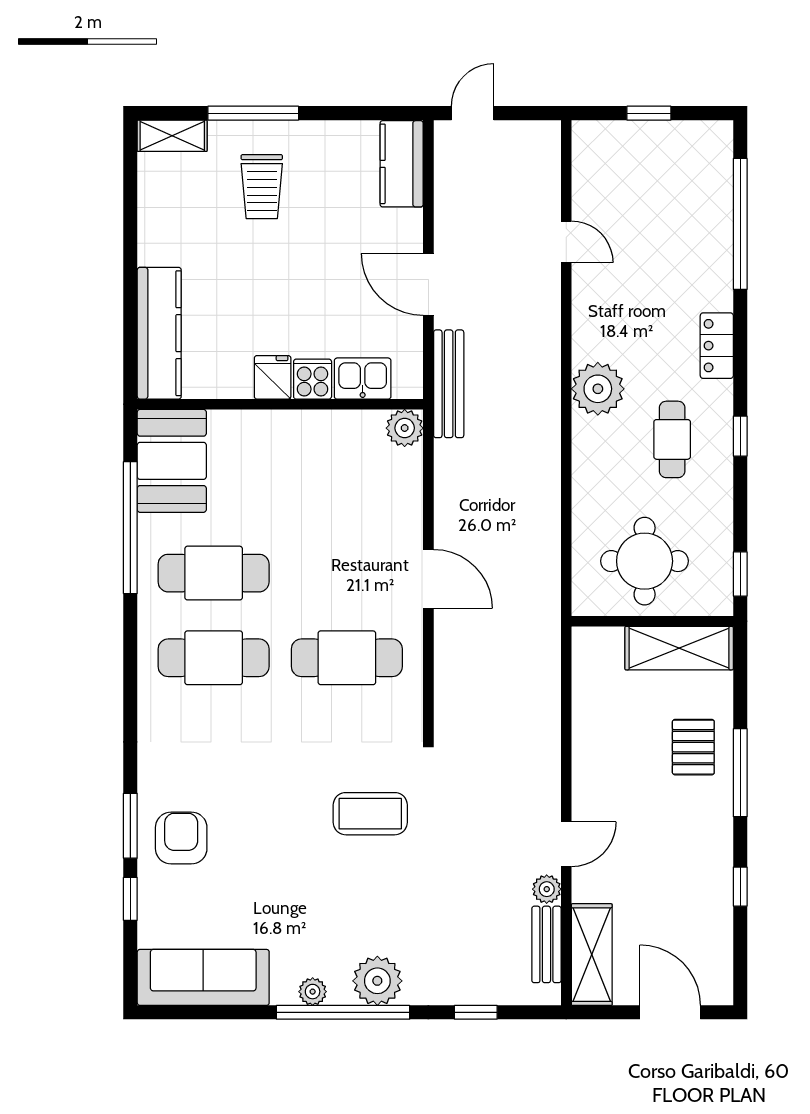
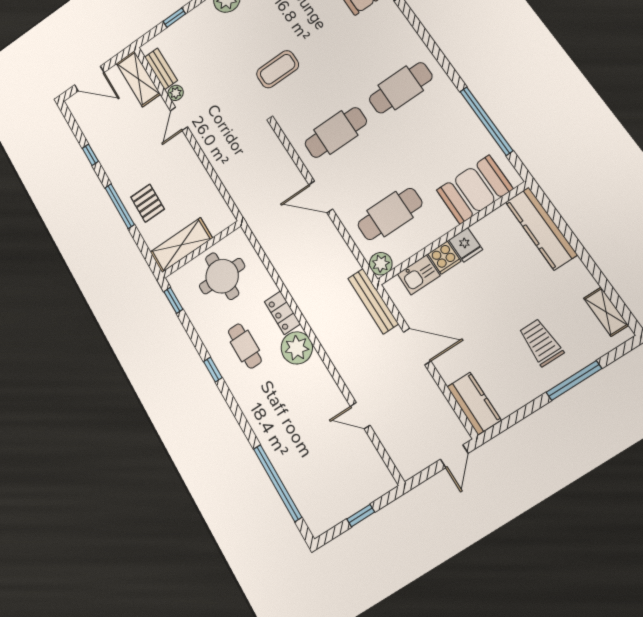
shelving: (172, 136) -> (606, 312), moved, turned 90
locker: (717, 346) -> (282, 313), moved, turned 180
booth: (172, 461) -> (475, 190), moved, turned 90
cafe table: (214, 573) -> (390, 214), moved

